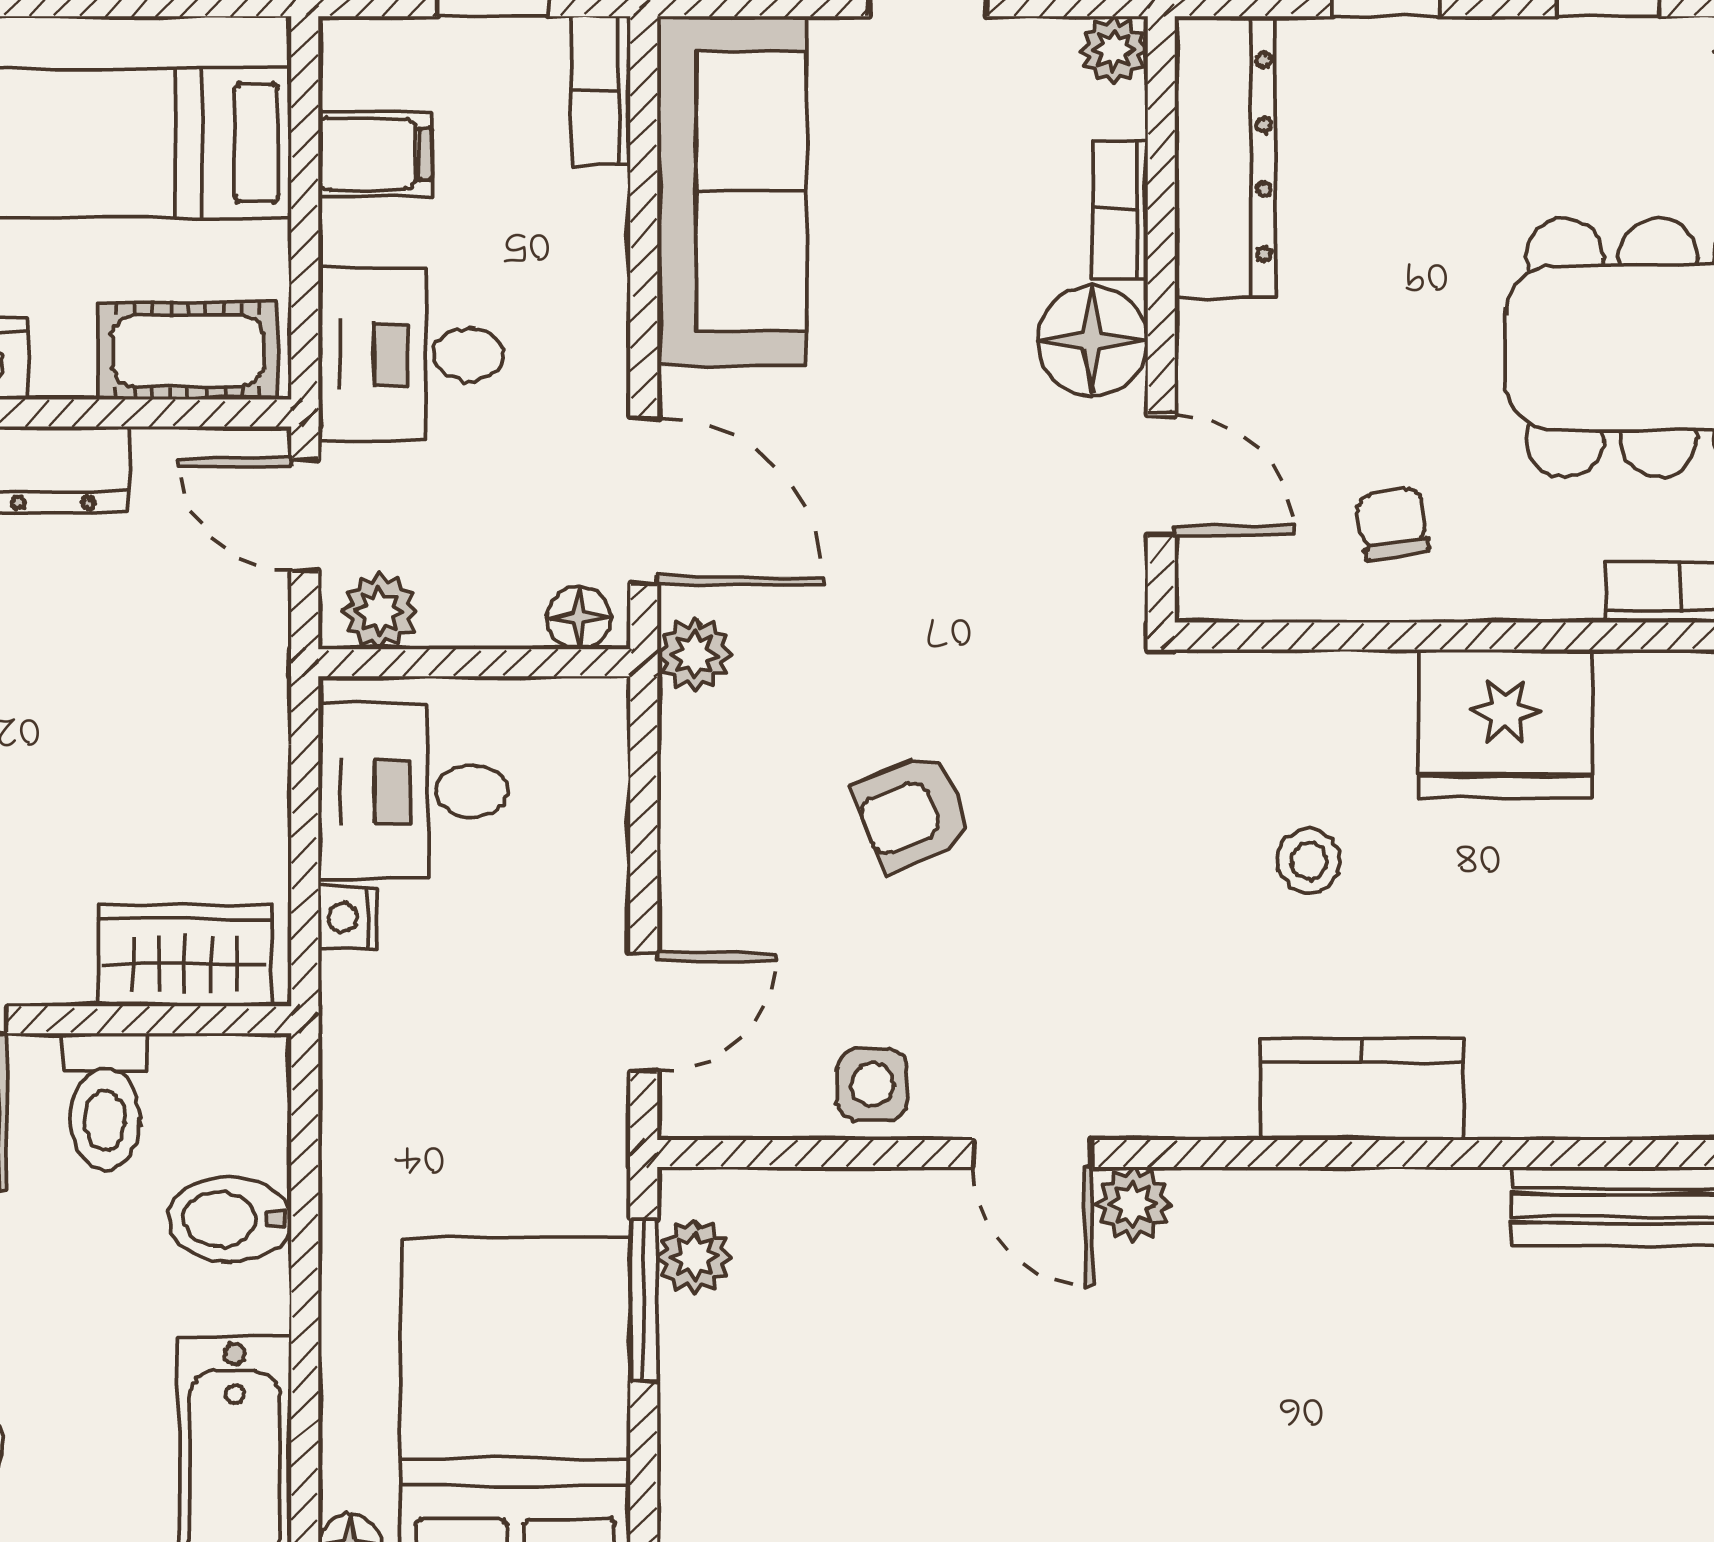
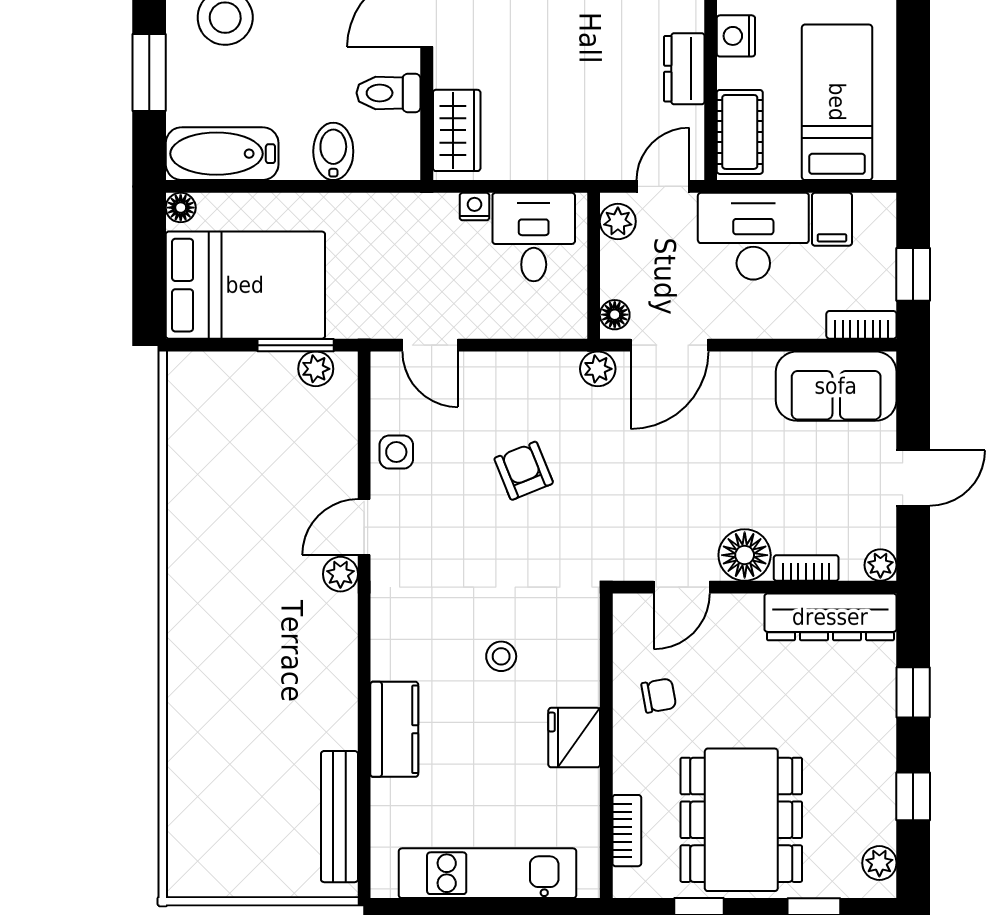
sofa: (732, 191) -> (836, 386), width x0.73
desk: (411, 354) -> (753, 236), width x1.37
fridge: (1506, 723) -> (574, 738), width x0.73, depth x0.75
kitchen counter: (1362, 1089) -> (394, 729), moved

